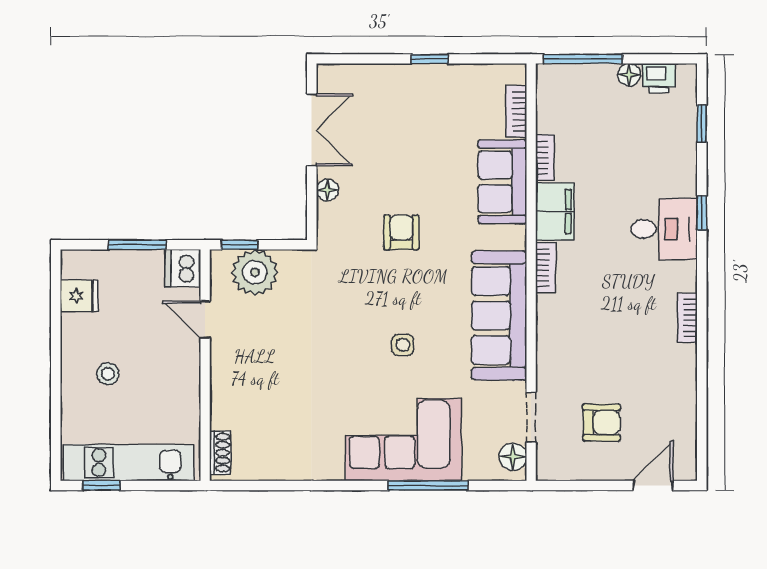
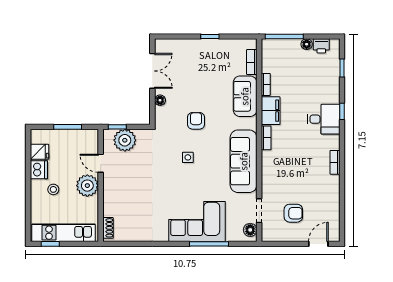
dishwasher: (183, 268) -> (39, 170), moved, turned 180
side table: (403, 345) -> (188, 157), moved
plant: (178, 366) -> (87, 186), added

